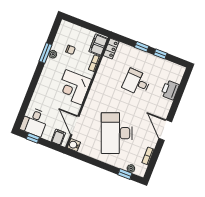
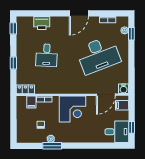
filing cabinet: (98, 45) -> (31, 102), width x0.50
window: (160, 54) -> (13, 28), moved

